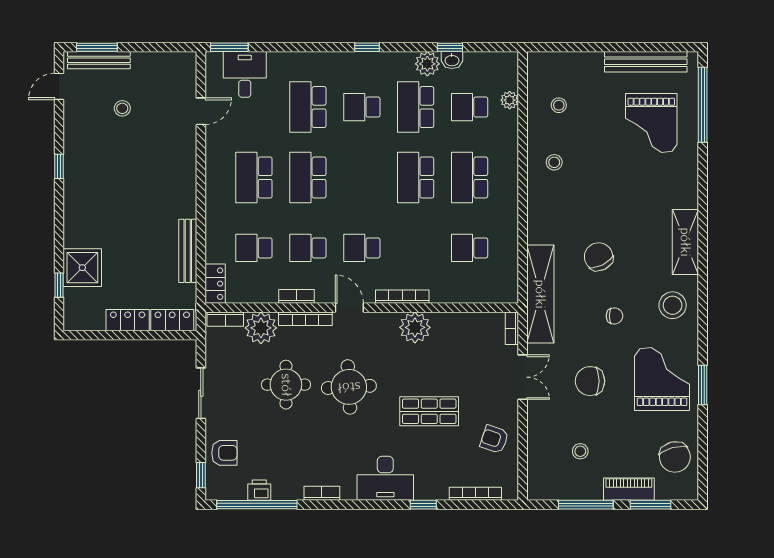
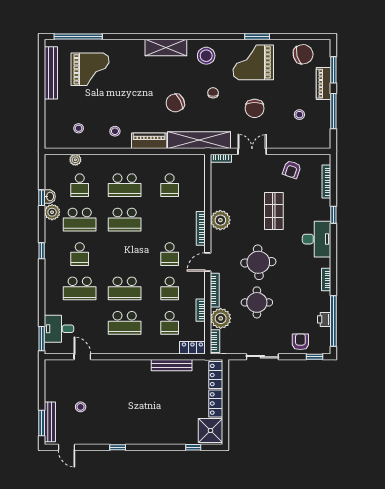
piano: (539, 216) -> (149, 141), added
shower: (82, 268) -> (210, 430), moved
bookcase: (297, 296) -> (201, 310), moved

